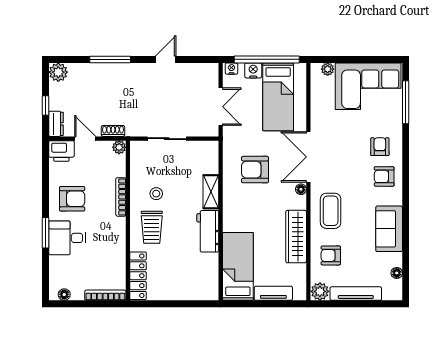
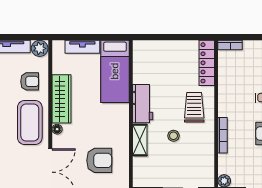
floor lamp: (301, 189) -> (57, 129), moved
stool: (156, 194) -> (173, 136), moved
coffee table: (331, 211) -> (30, 122), width x1.36, depth x1.32
bookcase: (105, 295) -> (230, 45), width x0.64

